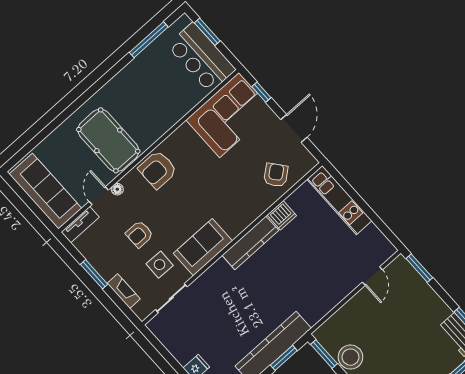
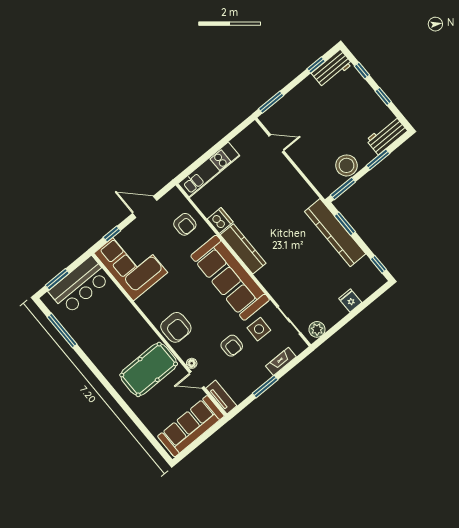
armchair: (276, 175) -> (185, 224), turned -141
sofa: (203, 247) -> (230, 278), width x1.85, depth x1.27
plant: (162, 331) -> (317, 329), added

